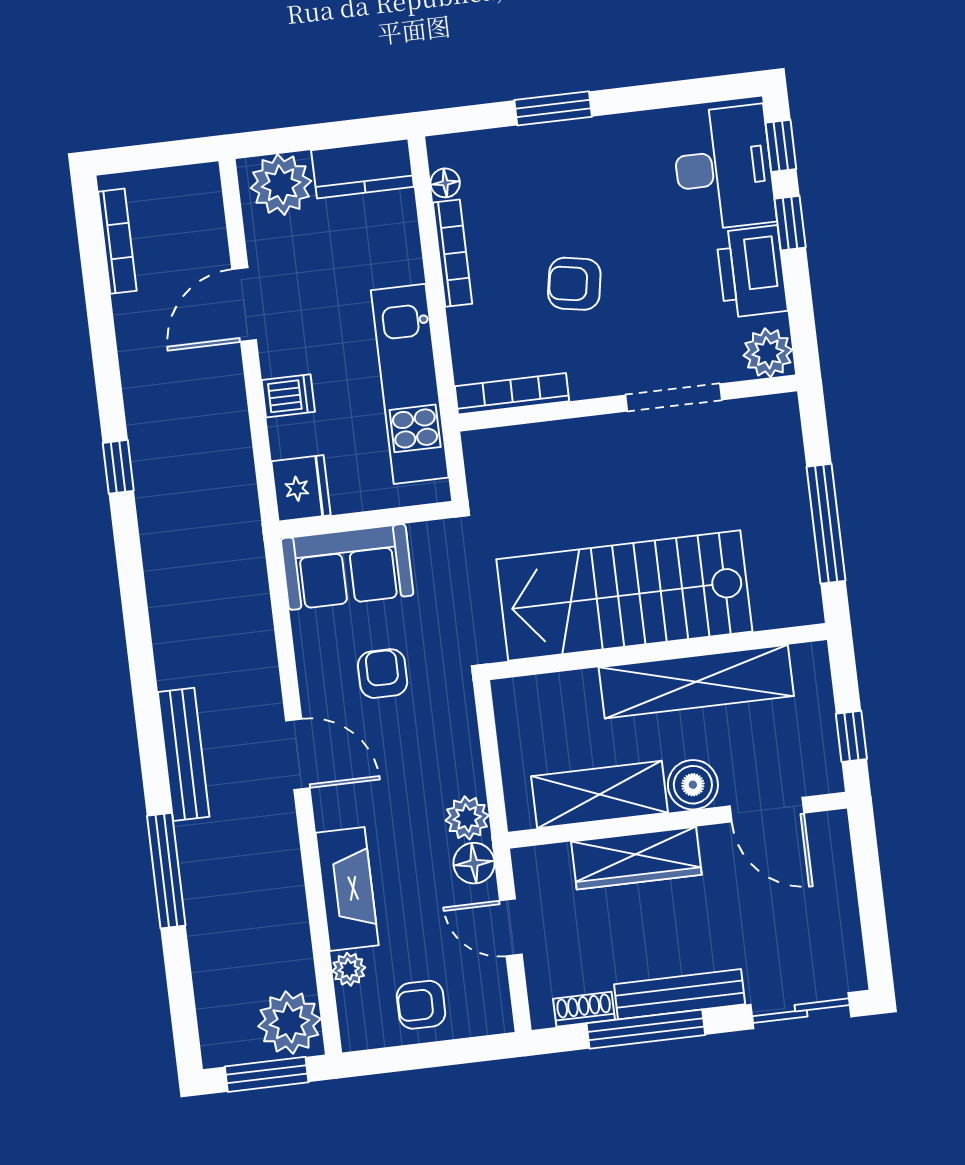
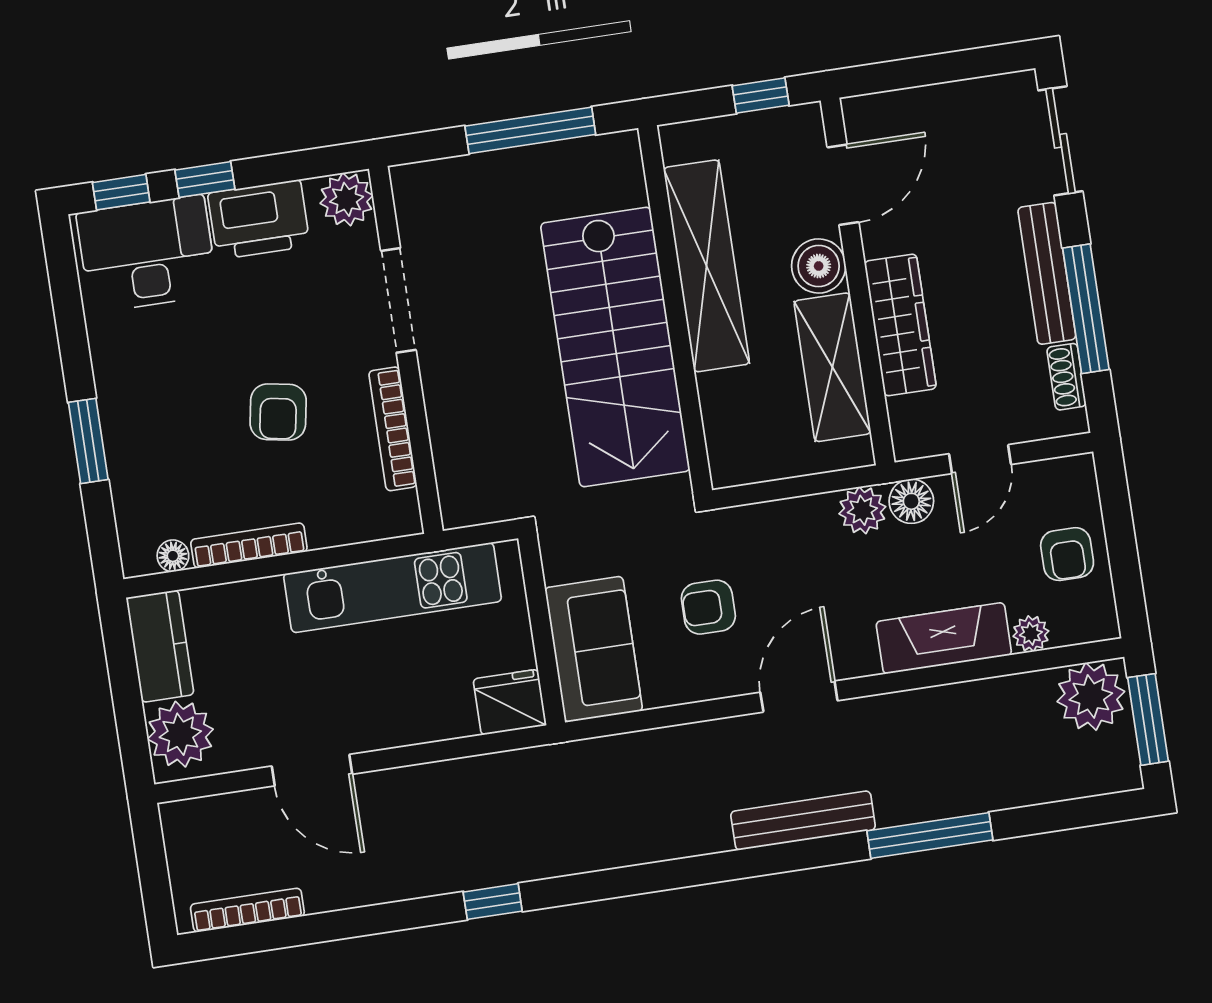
bookcase: (512, 394) -> (393, 429), moved
dishwasher: (288, 396) -> (410, 719), removed

